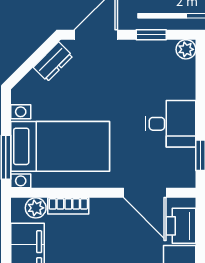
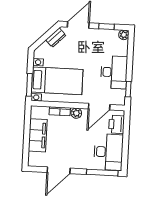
desk: (170, 124) -> (114, 72), width x1.37
door: (145, 193) -> (99, 107), hinge flipped
plant: (36, 208) -> (76, 113), moved

